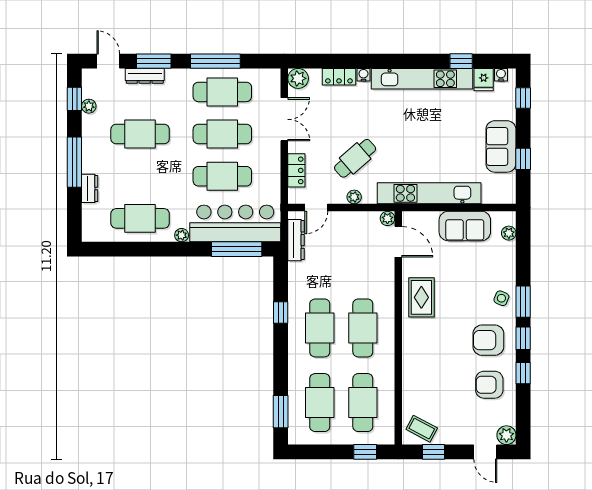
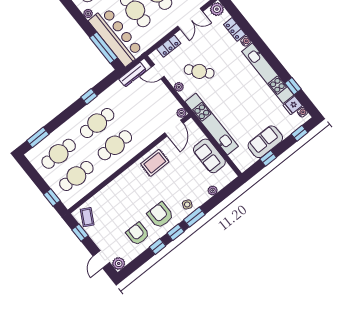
plant: (509, 233) -> (213, 190), moved

